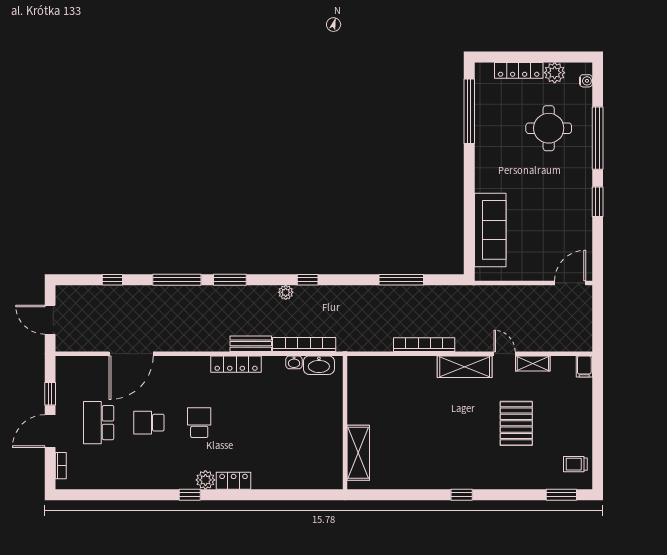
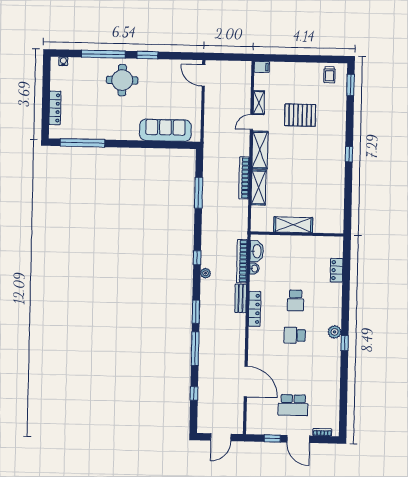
plant: (555, 73) -> (57, 83), removed
round table: (549, 128) -> (122, 80), moved
shelving: (411, 366) -> (259, 187), added
school desk: (149, 423) -> (295, 300), moved
shelving: (358, 453) -> (293, 225), moved
locker: (234, 481) -> (337, 270), moved

